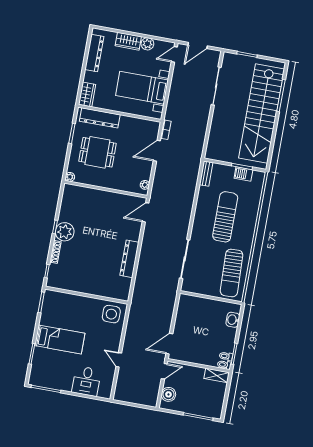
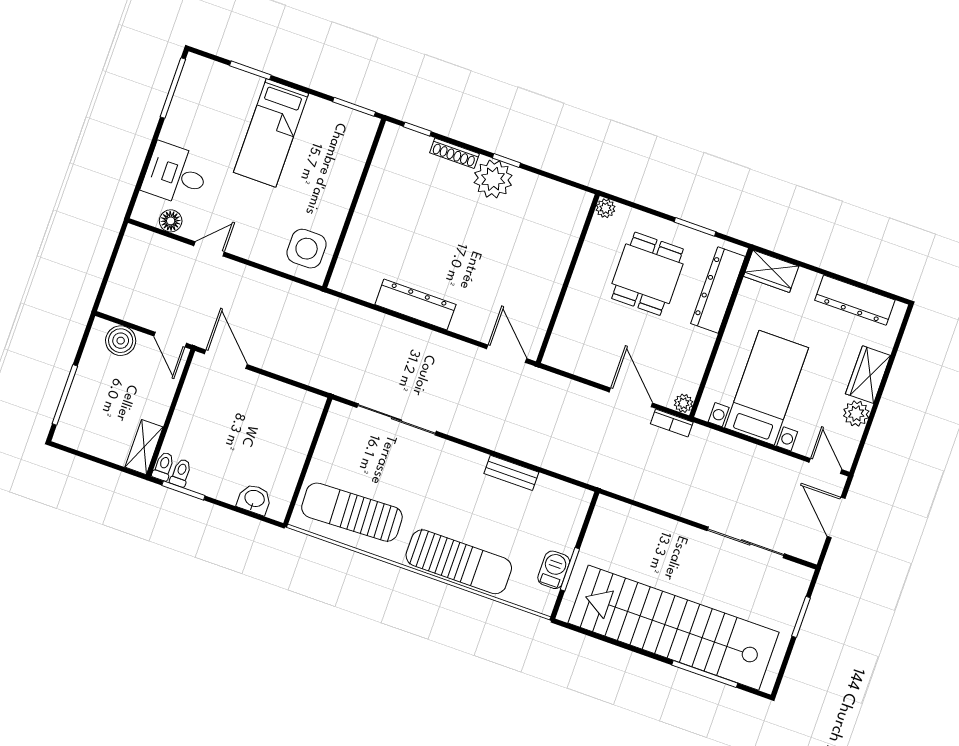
bench: (206, 174) -> (511, 473), moved
plant: (145, 185) -> (683, 403), moved
sun lounger: (225, 217) -> (459, 562), moved
floor lamp: (109, 380) -> (171, 221), added

